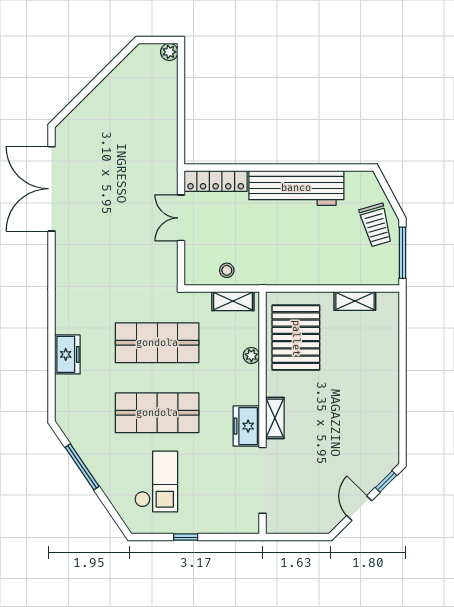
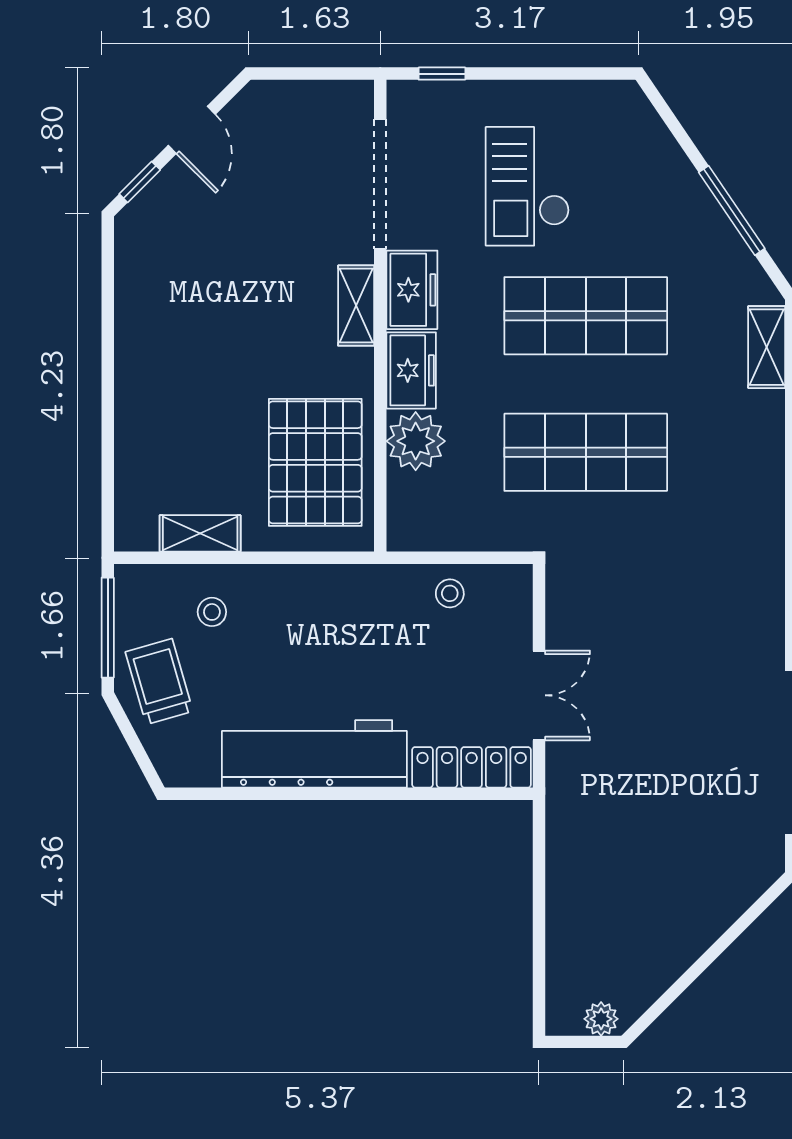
plant: (169, 52) -> (601, 1019), moved
stool: (349, 261) -> (212, 612), added
shelving: (233, 301) -> (767, 347), moved, turned 90
freezer: (67, 354) -> (411, 370), moved, turned 180
plant: (251, 355) -> (416, 441), width x1.88, depth x1.88
checkout: (156, 482) -> (527, 186), moved
window: (186, 537) -> (442, 74), moved

